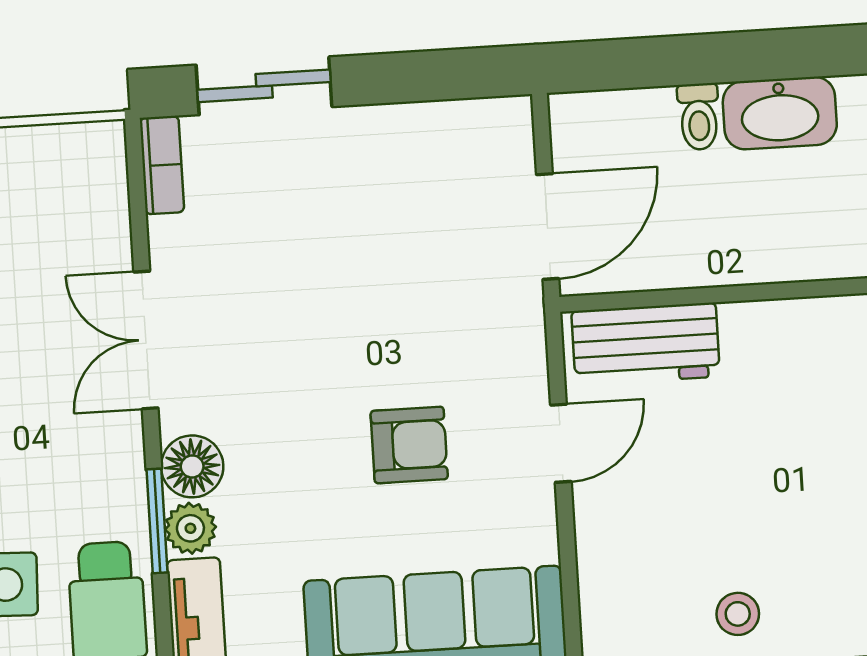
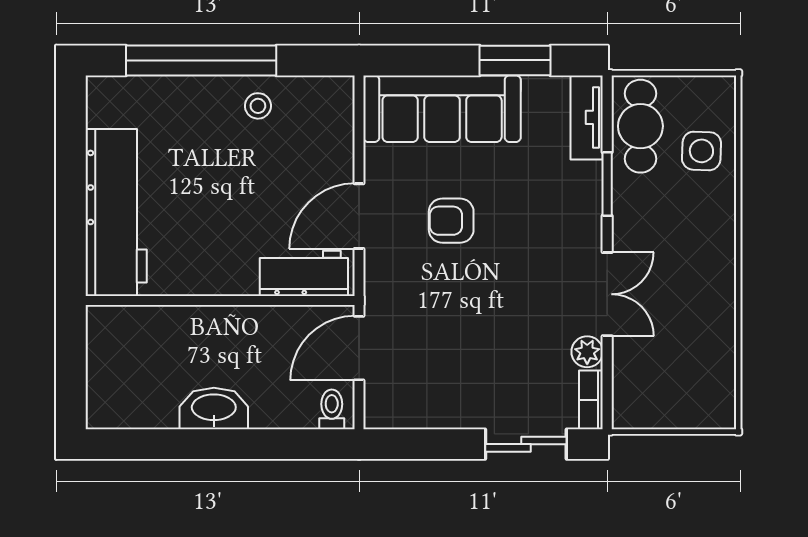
toilet: (699, 117) -> (332, 409), moved
door: (561, 443) -> (359, 216), width x1.38
floor lamp: (192, 466) -> (584, 216), removed
plant: (190, 528) -> (587, 352), moved

